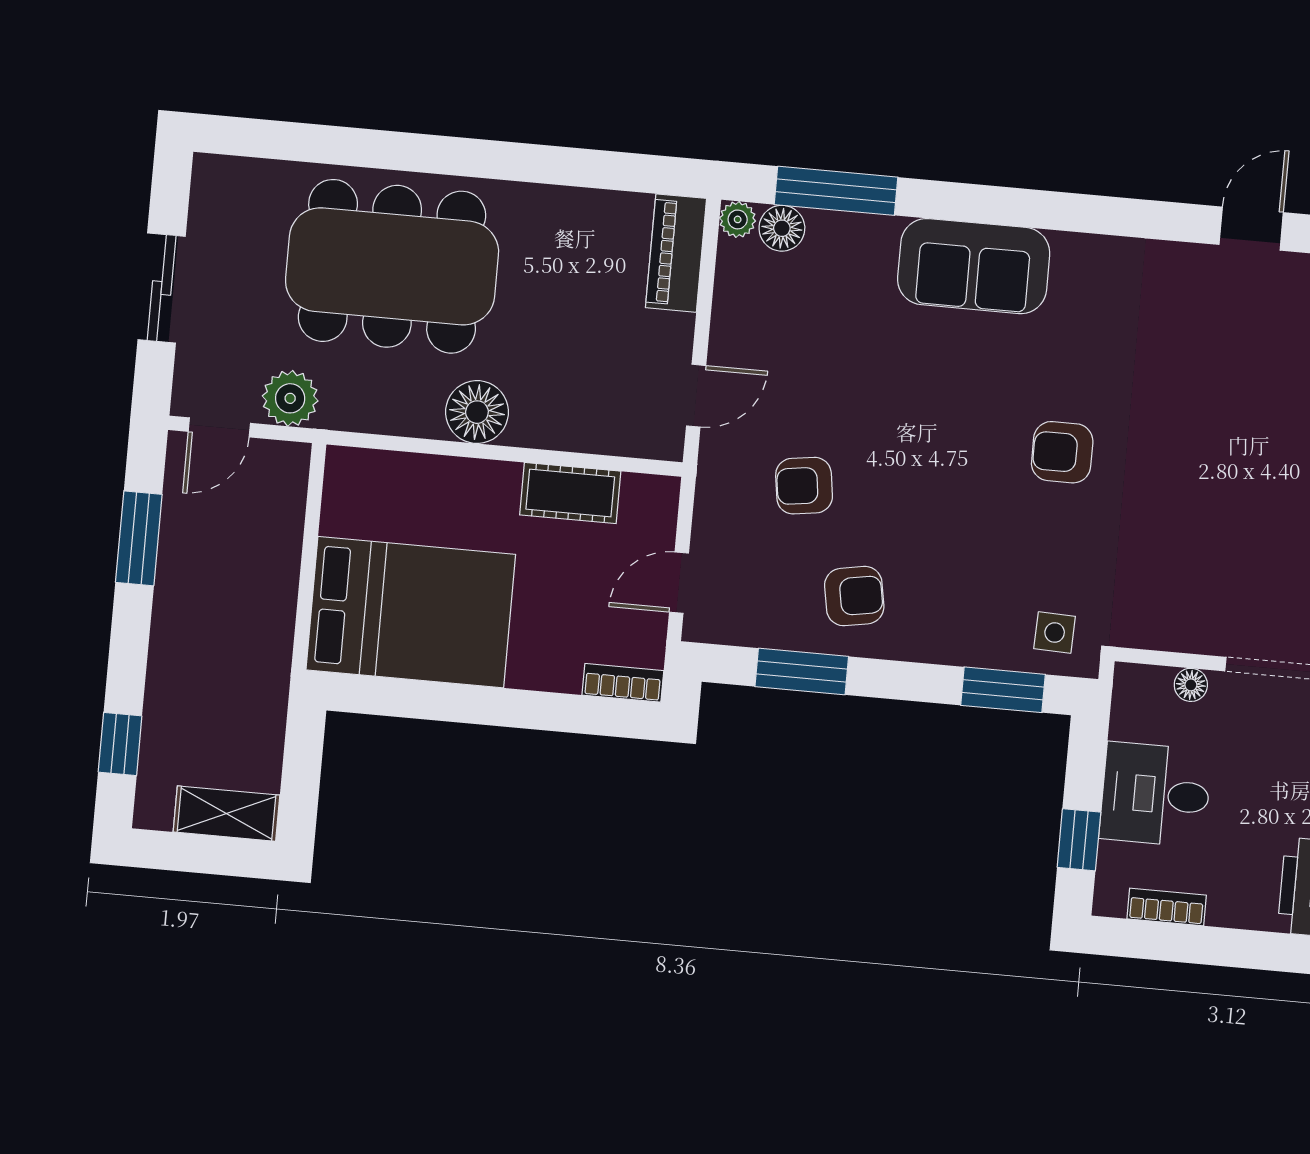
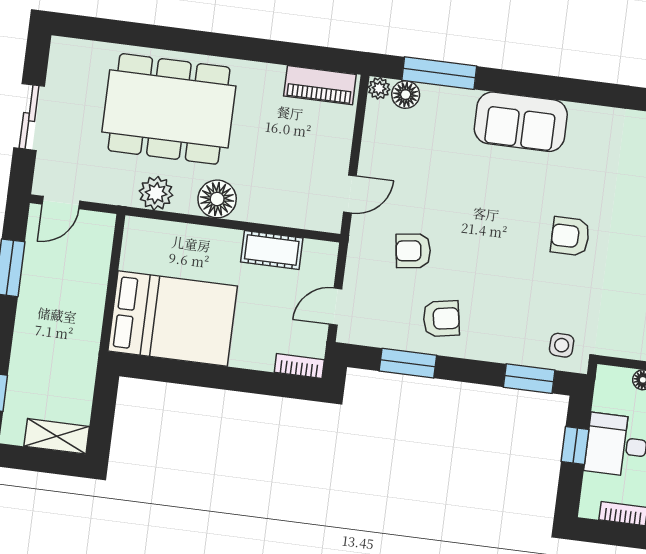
piano: (676, 253) -> (320, 85), moved, turned -90
plant: (290, 398) -> (156, 193), moved
window: (1079, 840) -> (575, 446), moved

